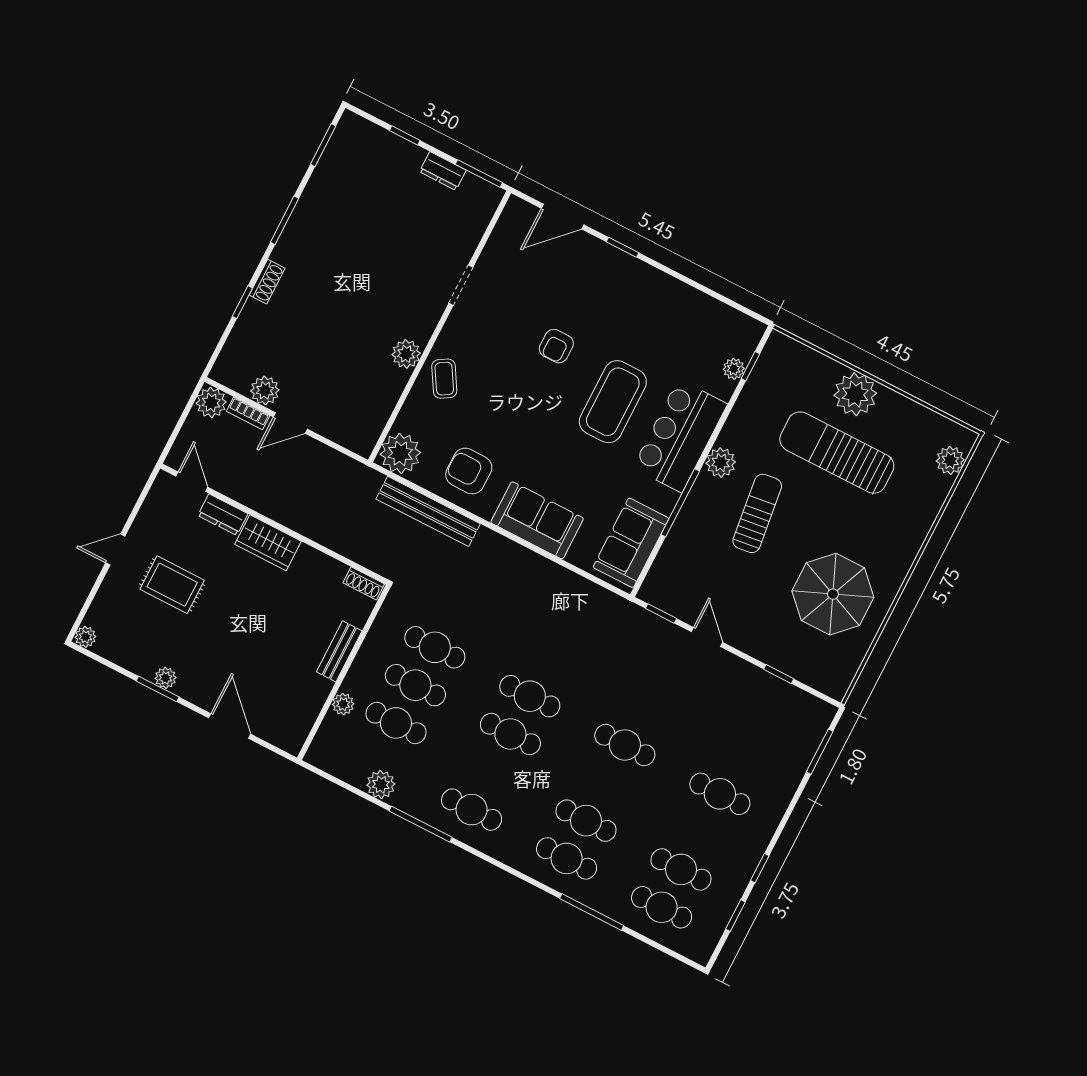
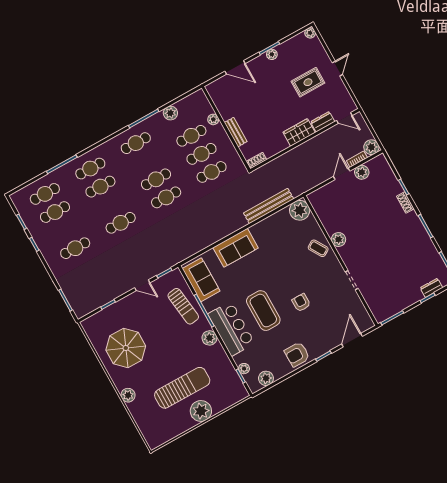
dresser: (443, 171) -> (431, 288), moved
plant: (726, 320) -> (266, 378), added
plant: (950, 460) -> (128, 395), moved
armchair: (469, 471) -> (297, 354), moved, turned 180
sun lounger: (757, 513) -> (183, 306), moved

